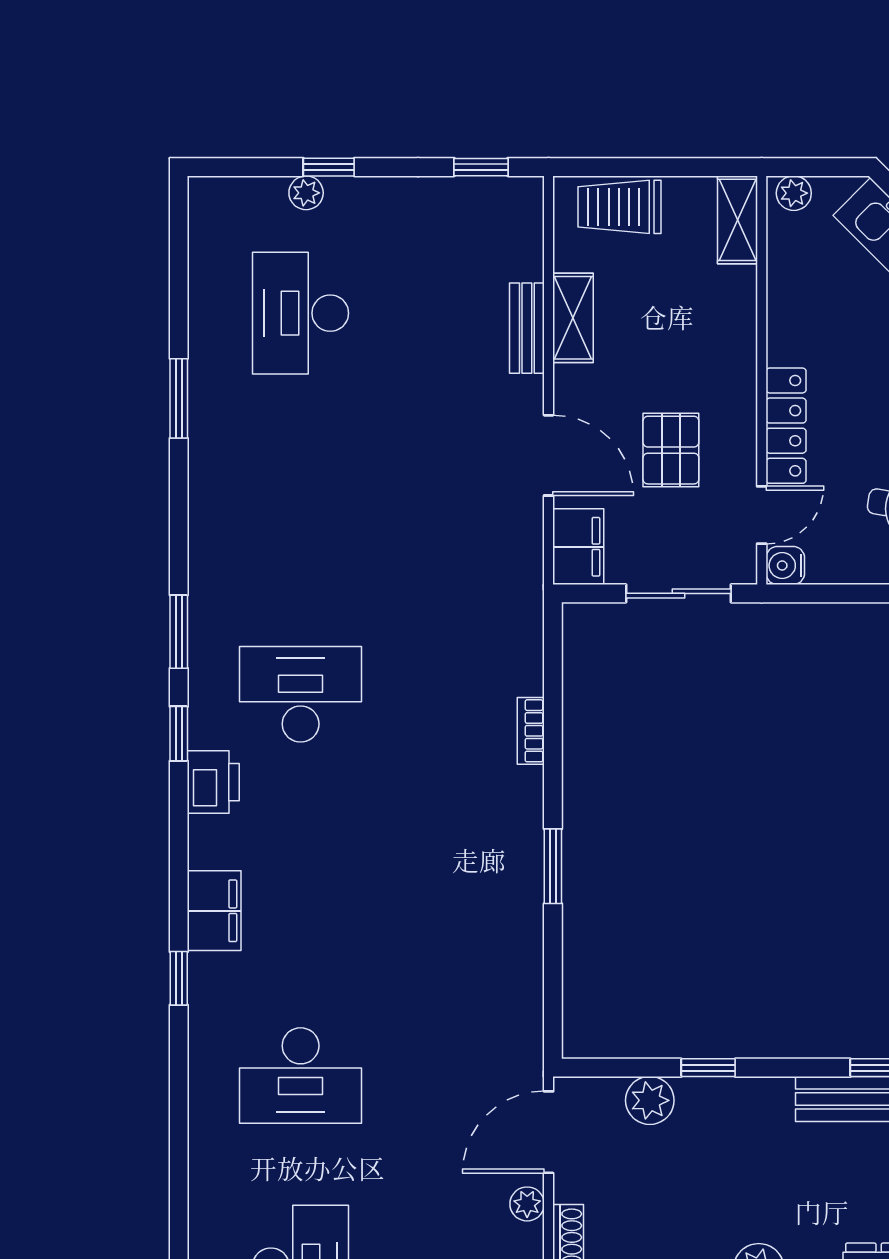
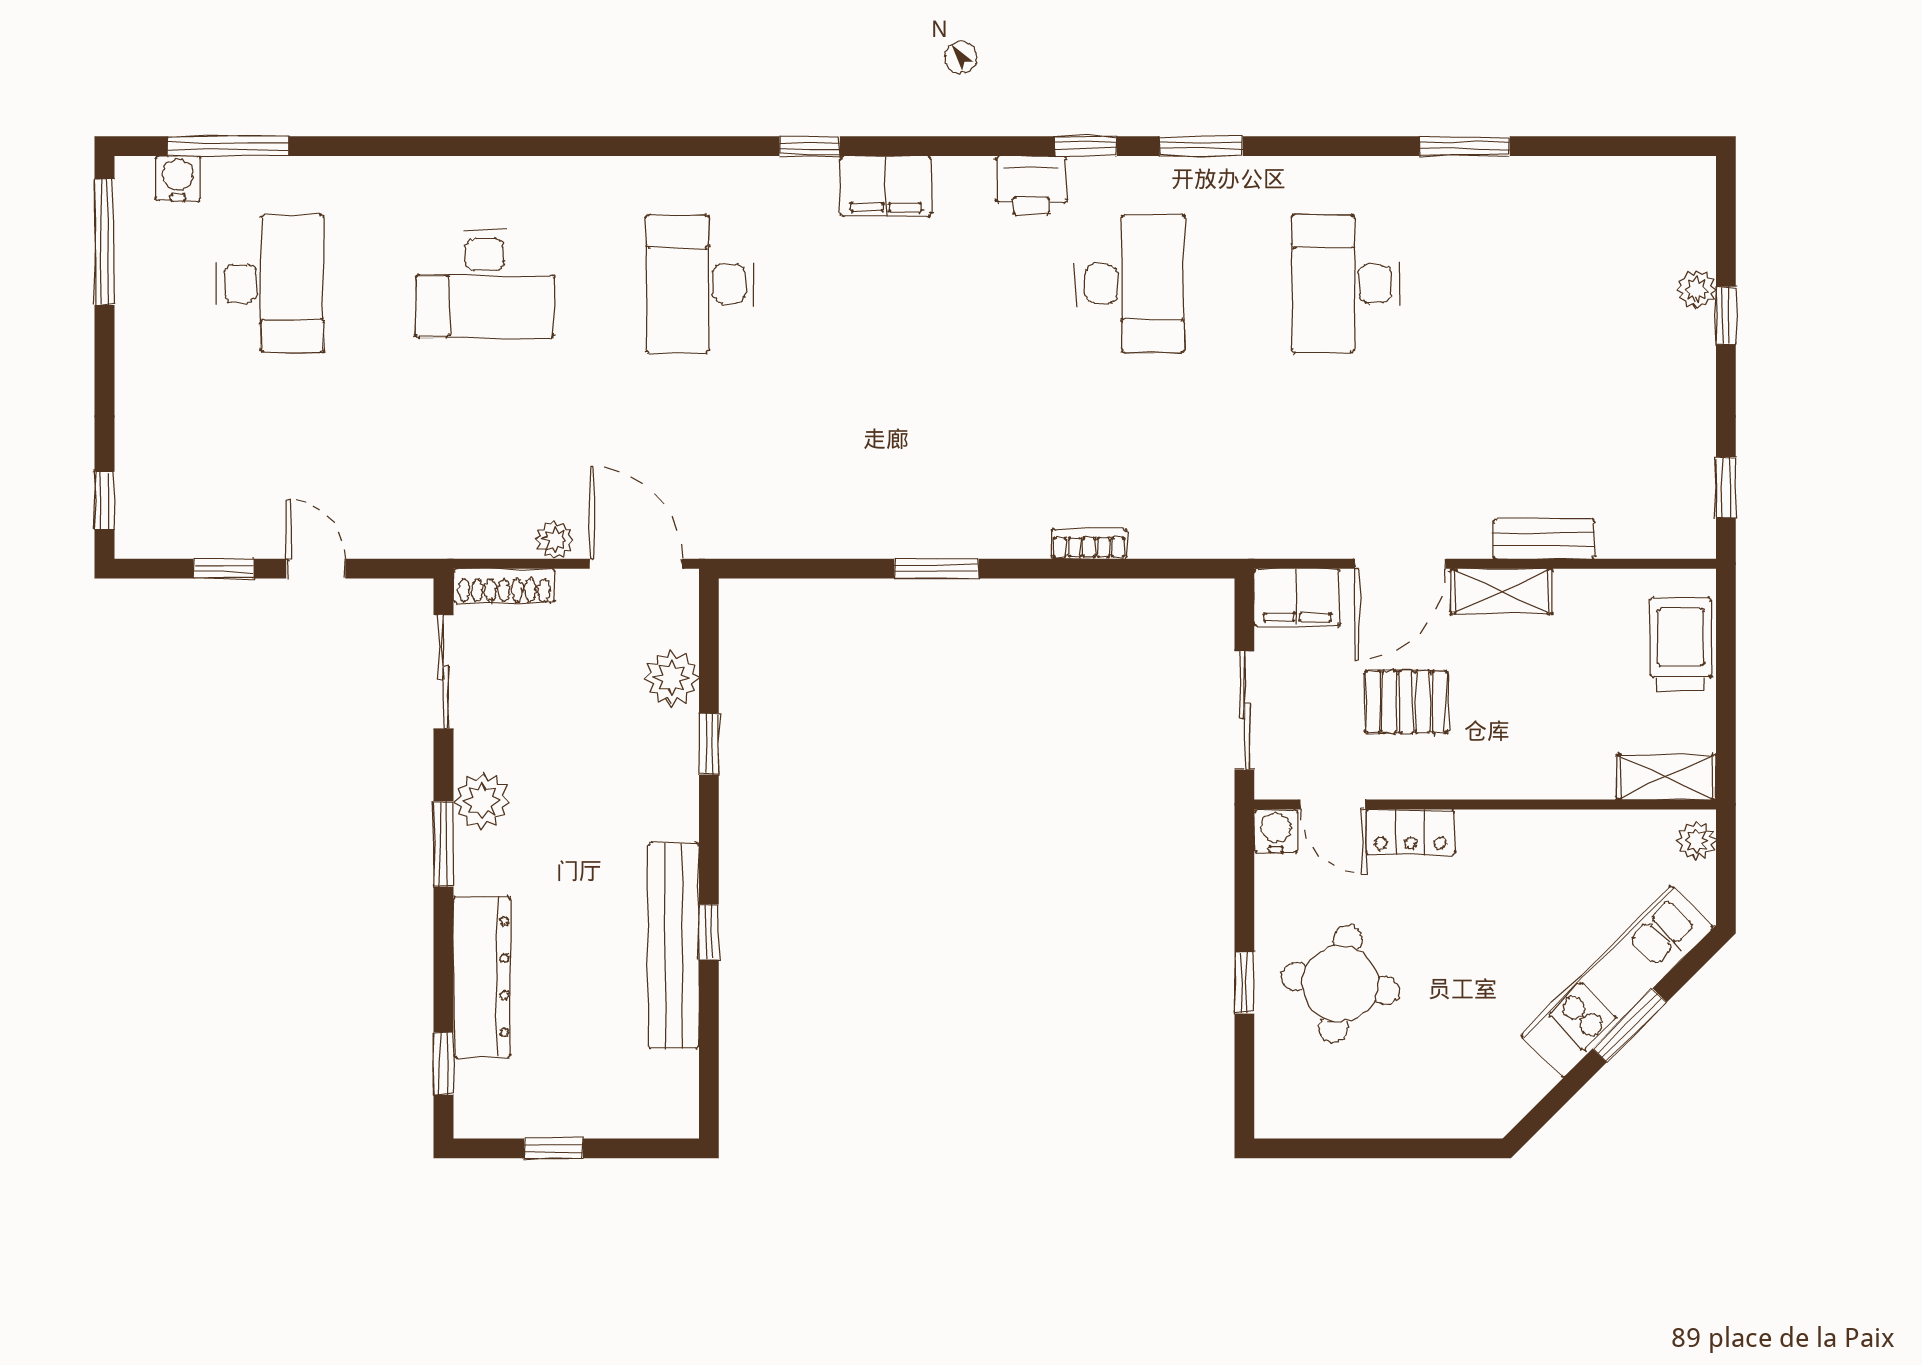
desk: (301, 313) -> (1346, 284), moved, turned -90
shelving: (573, 318) -> (1501, 591), moved
locker: (786, 426) -> (1410, 832), width x0.66

